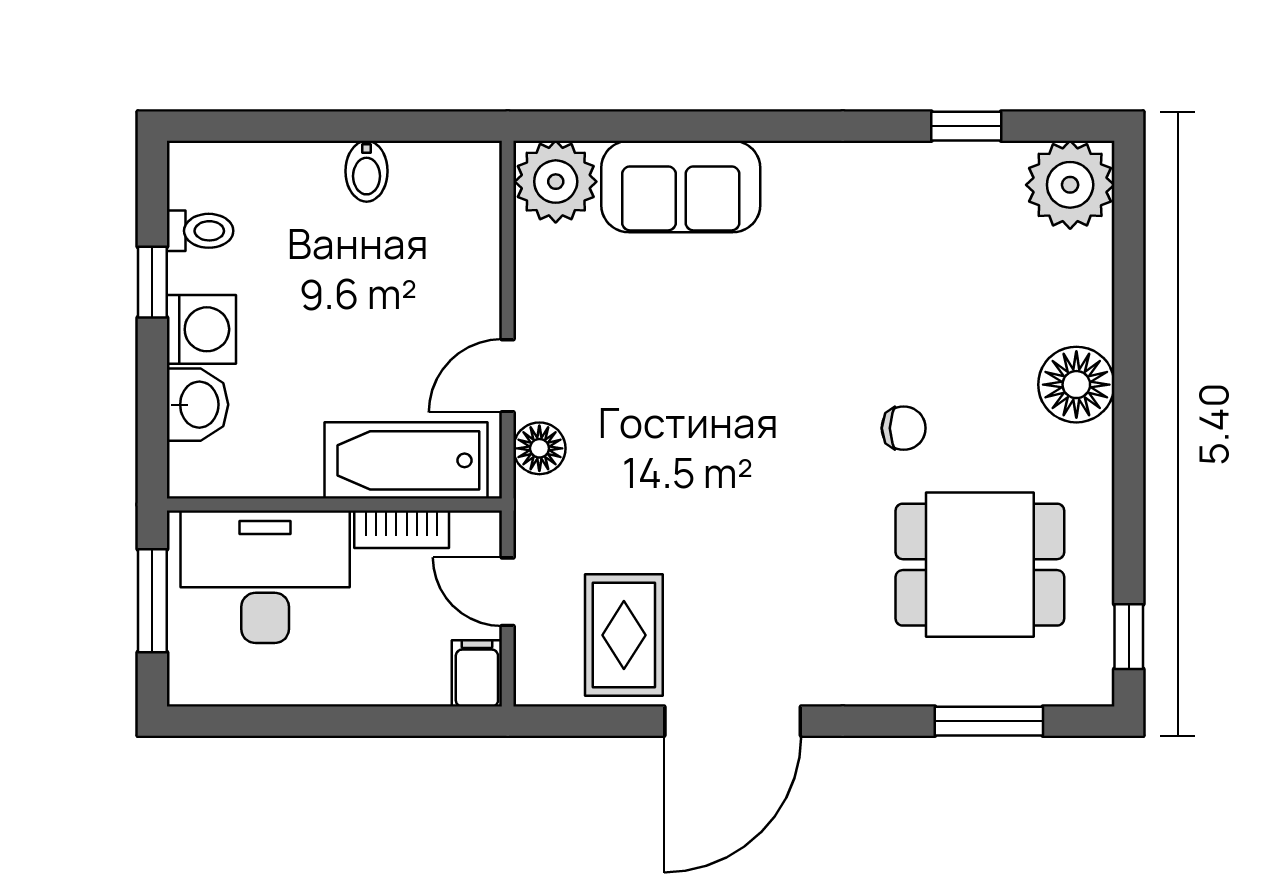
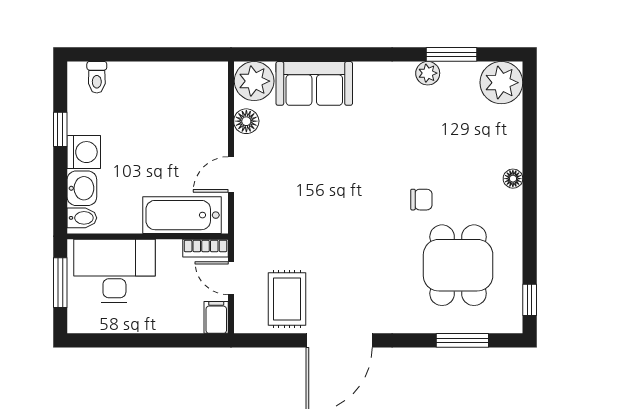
window: (966, 126) -> (451, 54), width x1.50
plant: (917, 165) -> (428, 73), added
bidet: (367, 171) -> (82, 218), moved, turned -90
toilet: (200, 231) -> (97, 77), moved, turned 90
floor lamp: (1076, 385) -> (513, 179), width x0.53, depth x0.53
floor lamp: (539, 448) -> (246, 121), moved
bookcase: (402, 529) -> (206, 248), moved
dining table: (980, 565) -> (458, 265), turned 90

